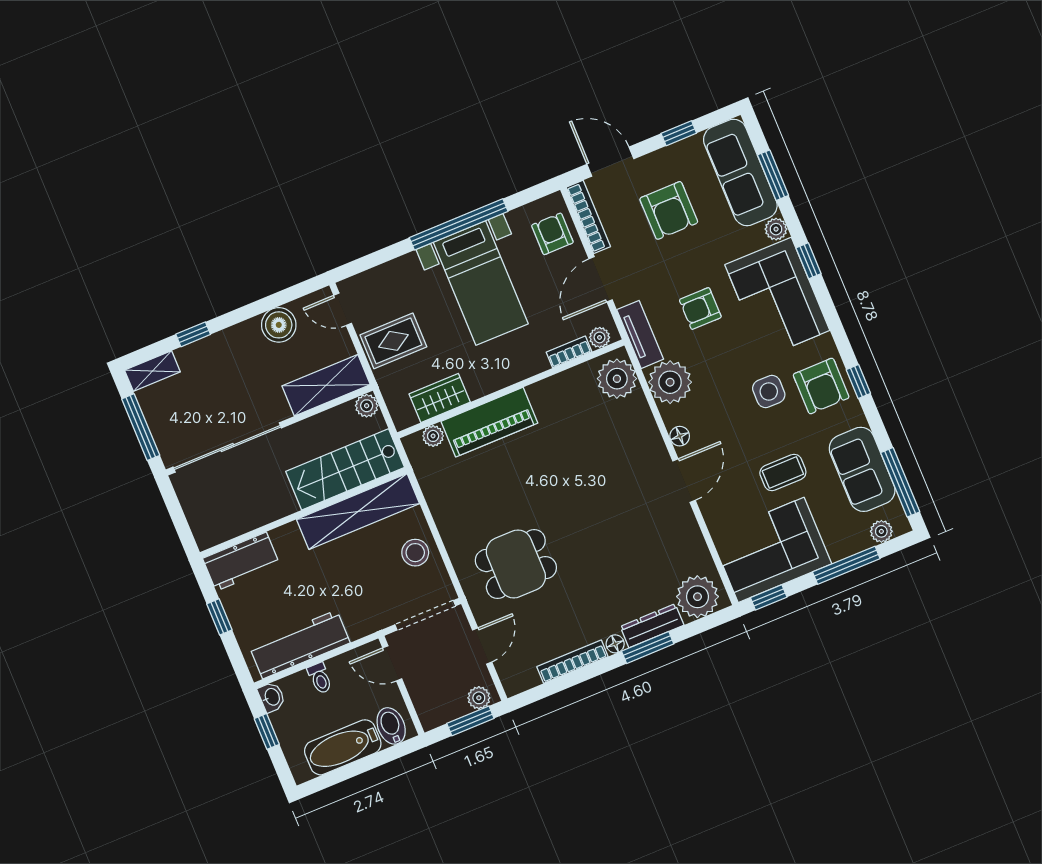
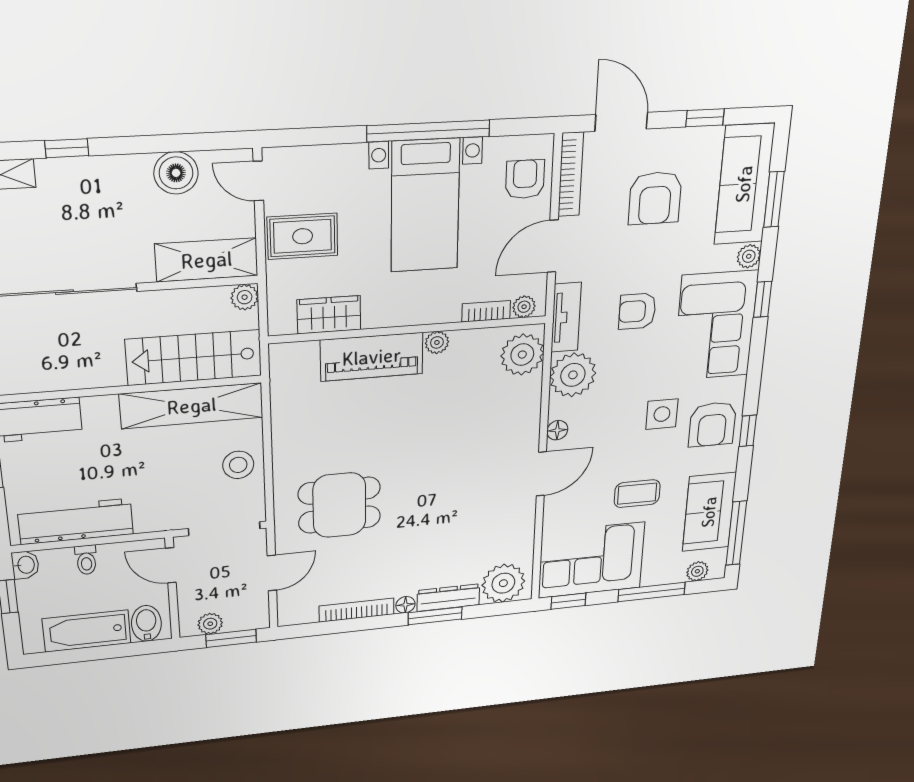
plant: (433, 436) -> (437, 342), moved
plant: (479, 698) -> (210, 624), moved

